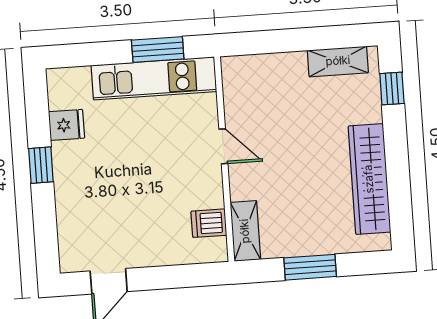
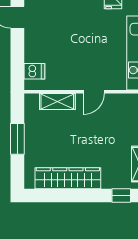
dishwasher: (209, 223) -> (34, 71), moved, turned 90
shelving: (245, 231) -> (57, 102), moved

